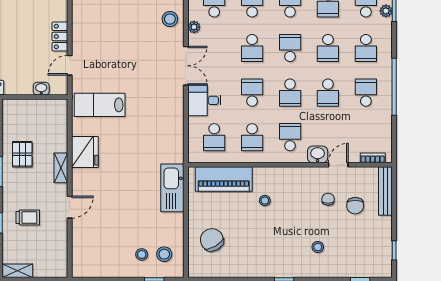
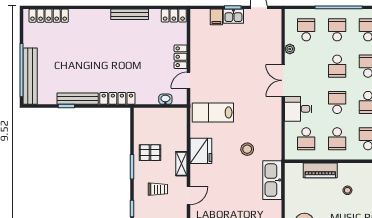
stool: (170, 19) -> (247, 149), moved
double door: (186, 66) -> (283, 80), swing flipped
pallet: (22, 154) -> (150, 153), turned 90
piano: (224, 179) -> (320, 170), width x0.73, depth x0.75
trolley: (28, 217) -> (158, 189), moved

